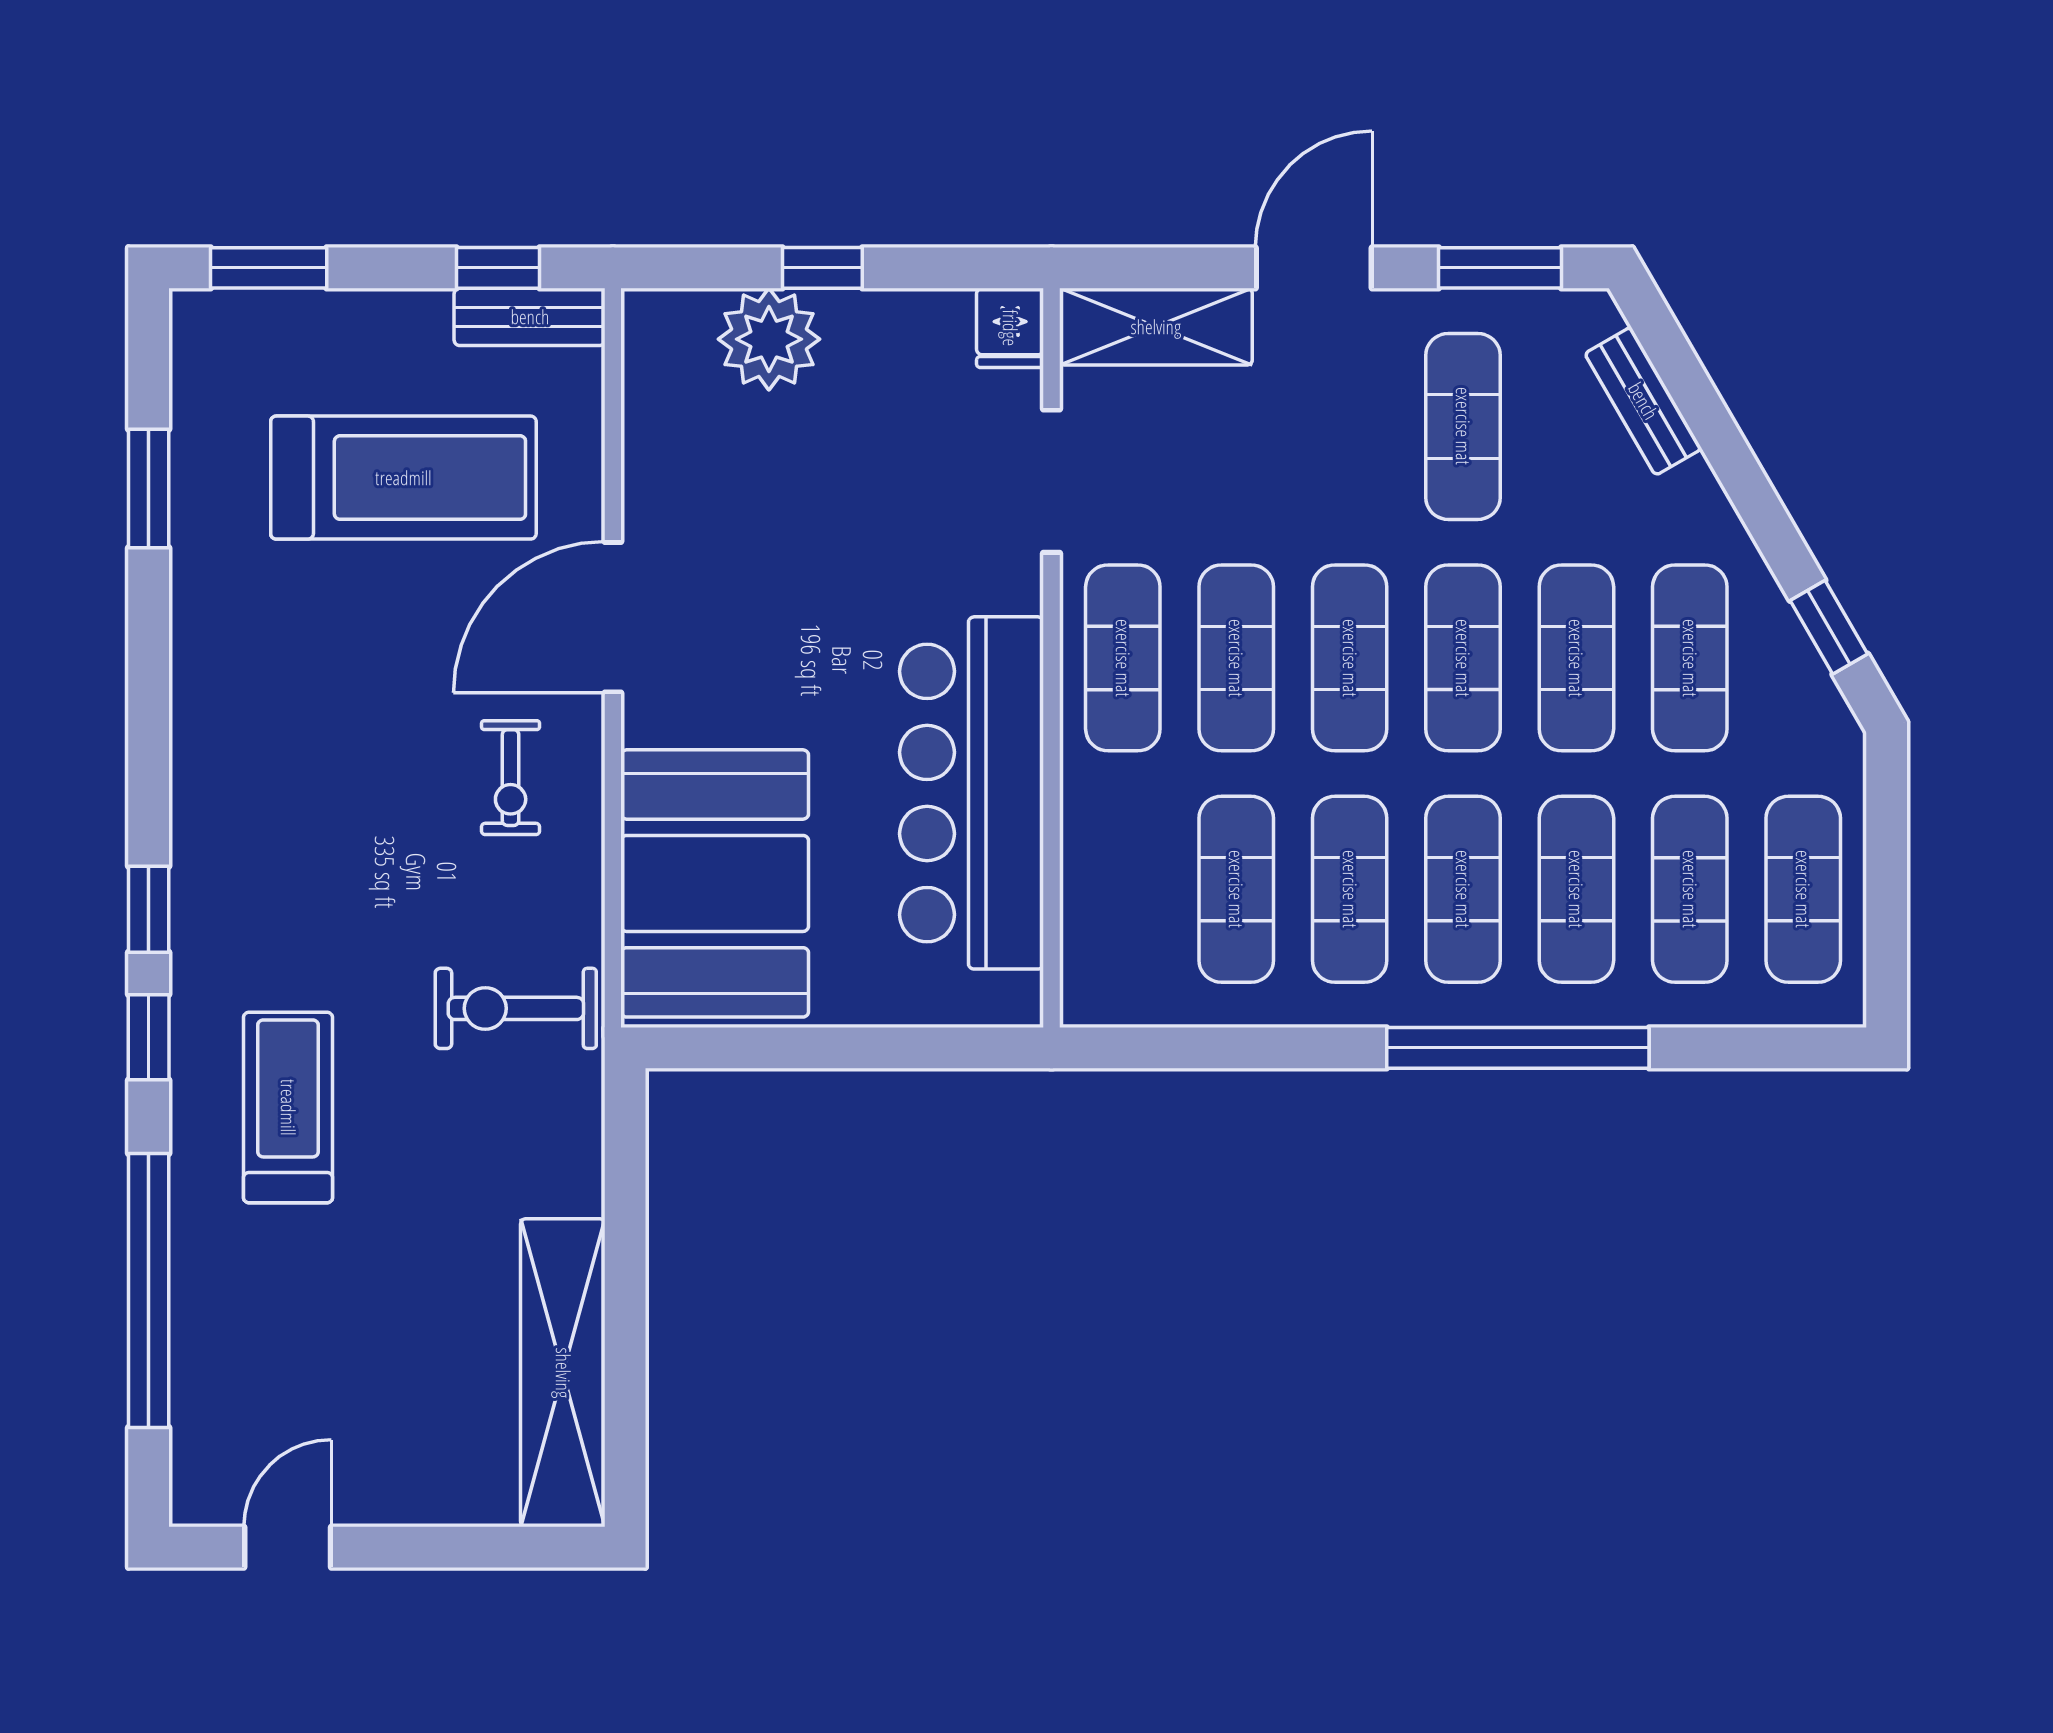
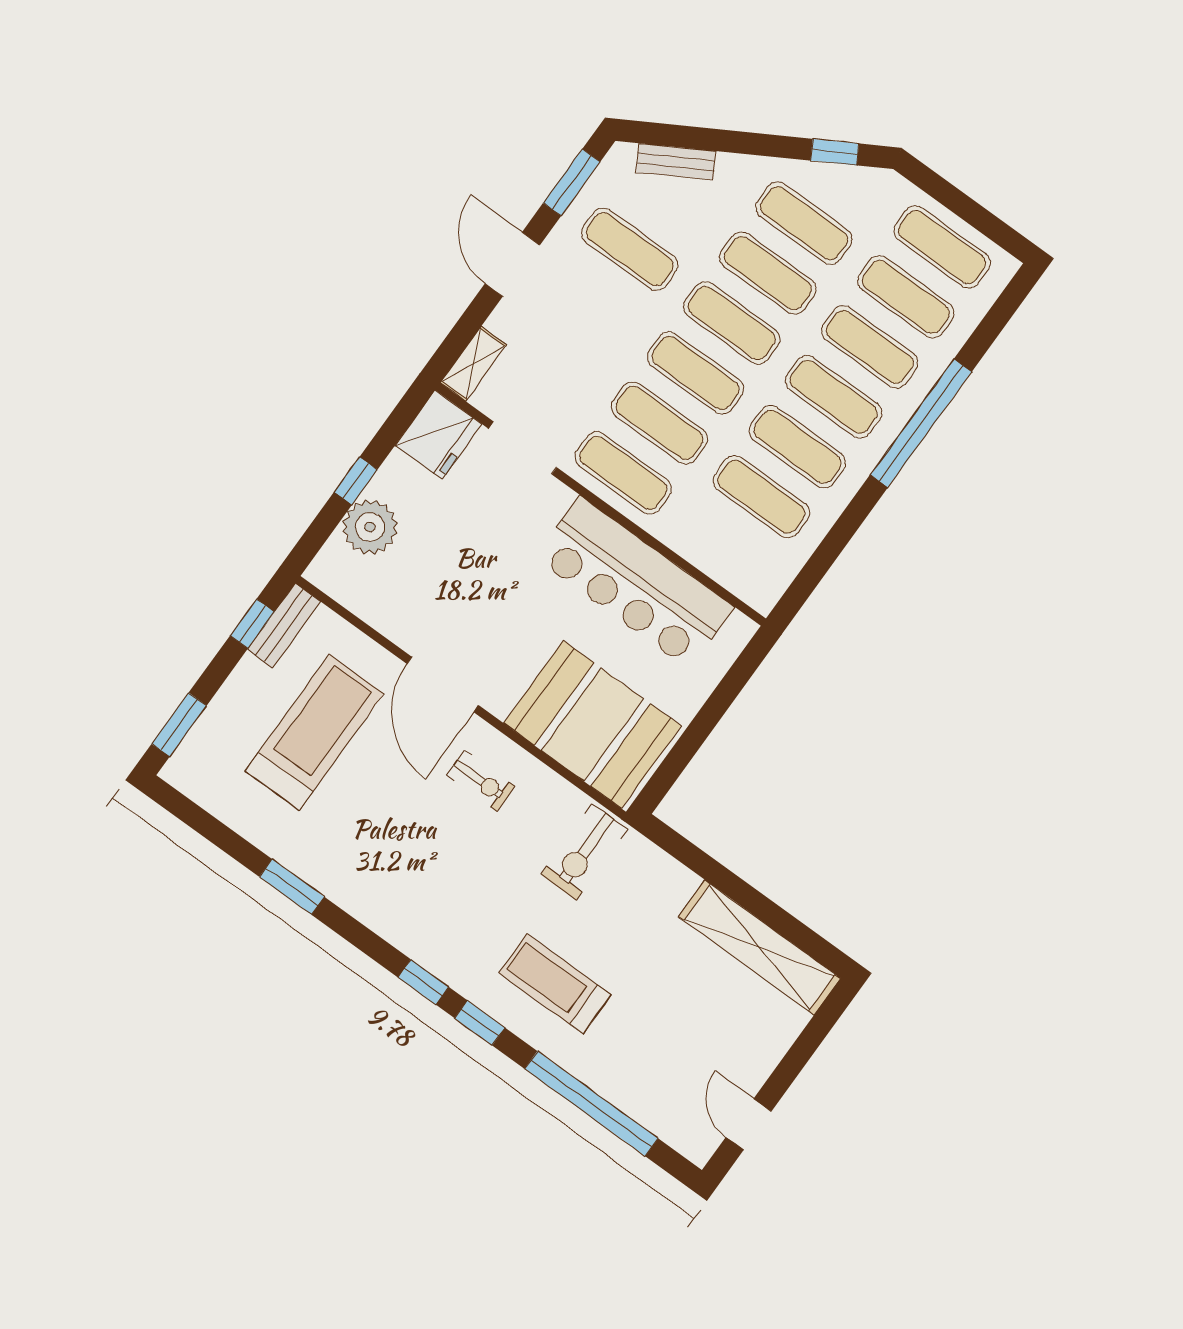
shelving: (1156, 327) -> (473, 364), width x0.67, depth x0.75
fridge: (1010, 328) -> (438, 435), width x1.88, depth x1.34
window: (149, 489) -> (292, 887), moved

